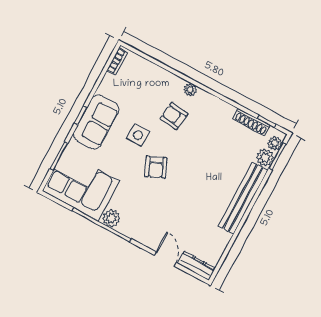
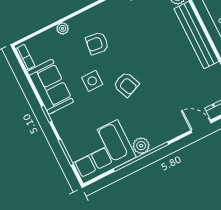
plant: (190, 90) -> (63, 28), moved
sofa: (96, 122) -> (50, 87), moved

